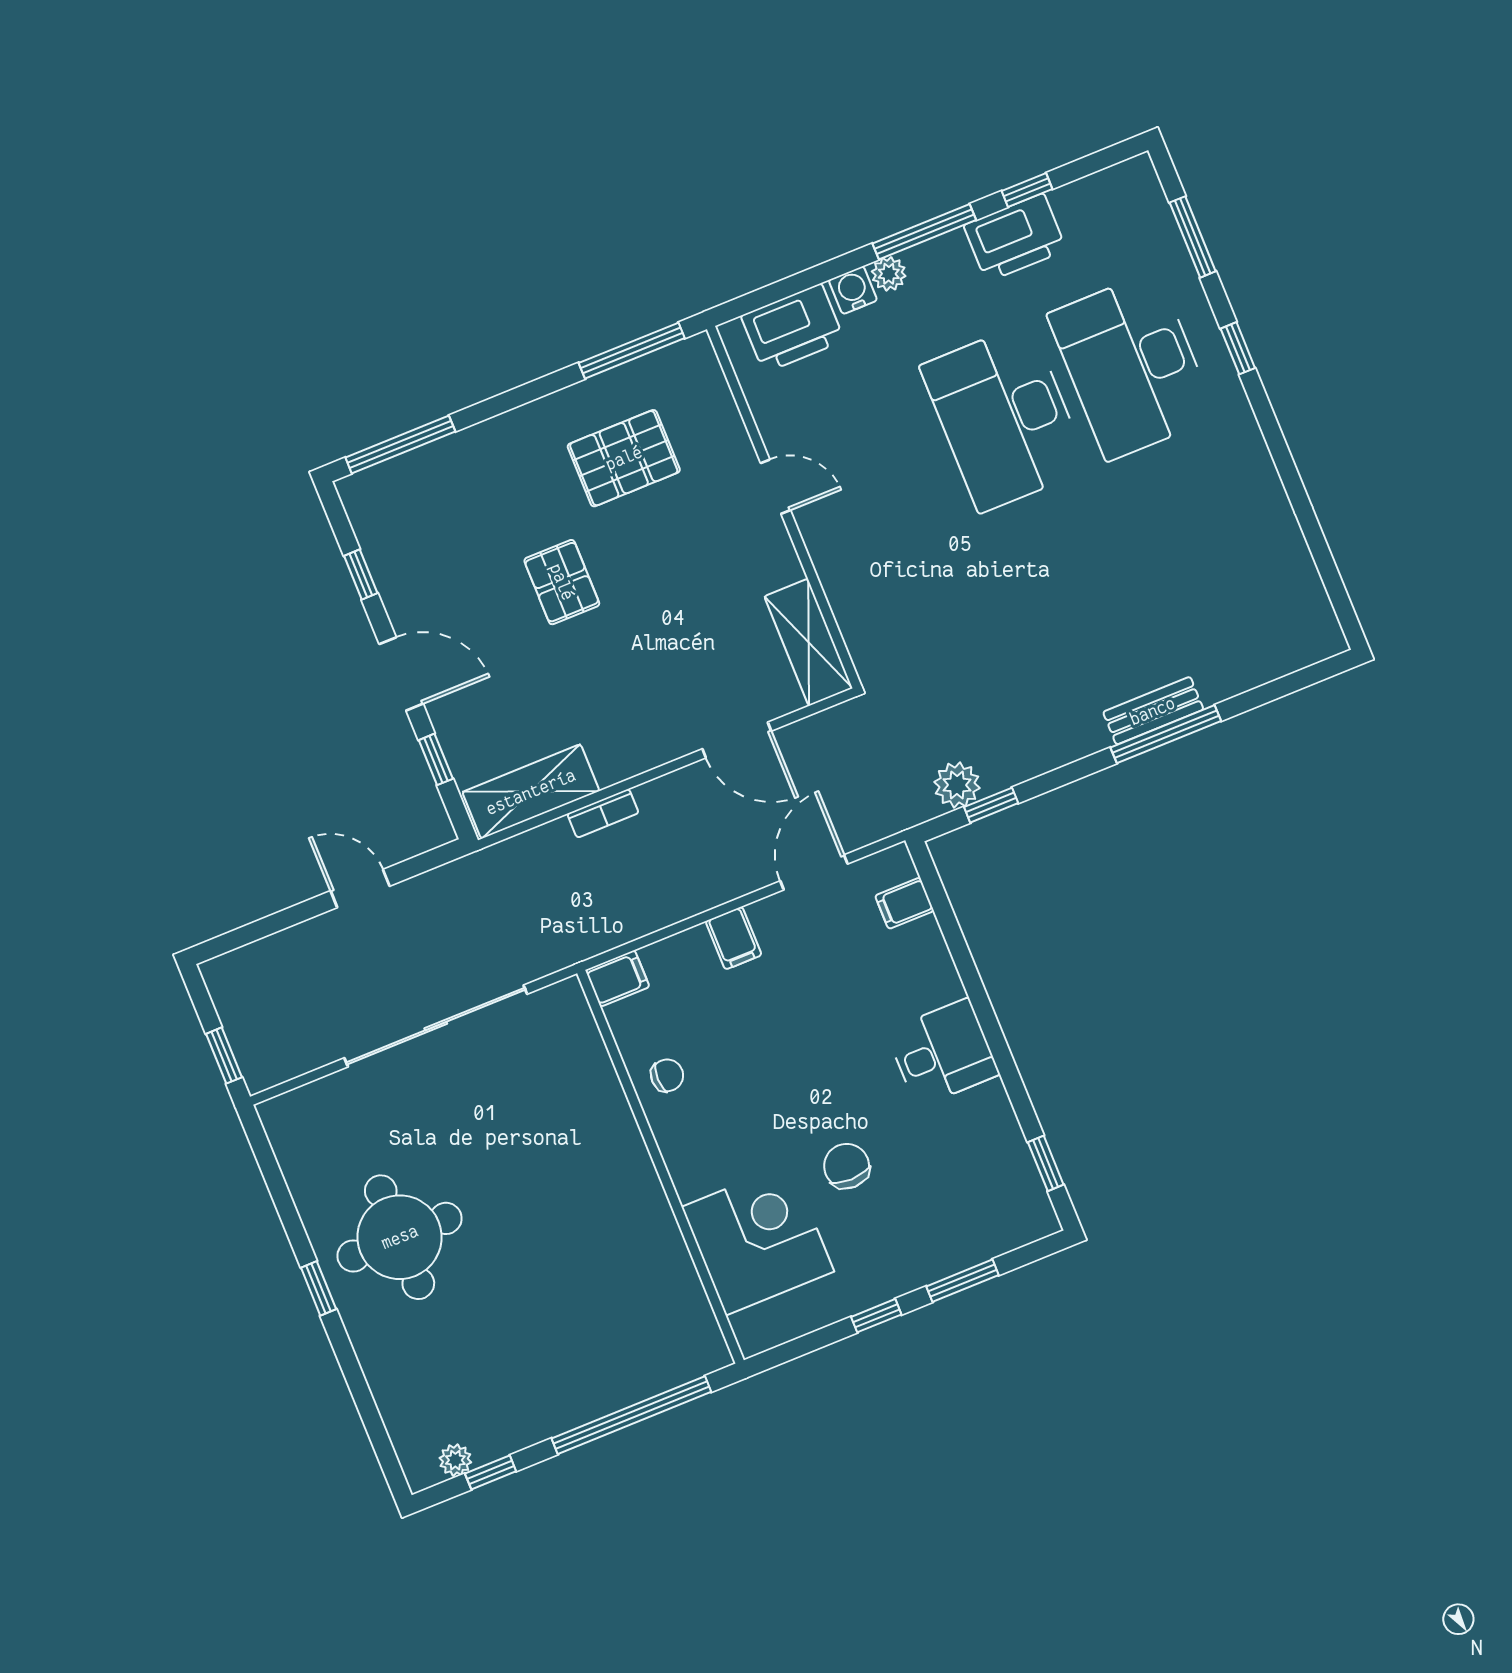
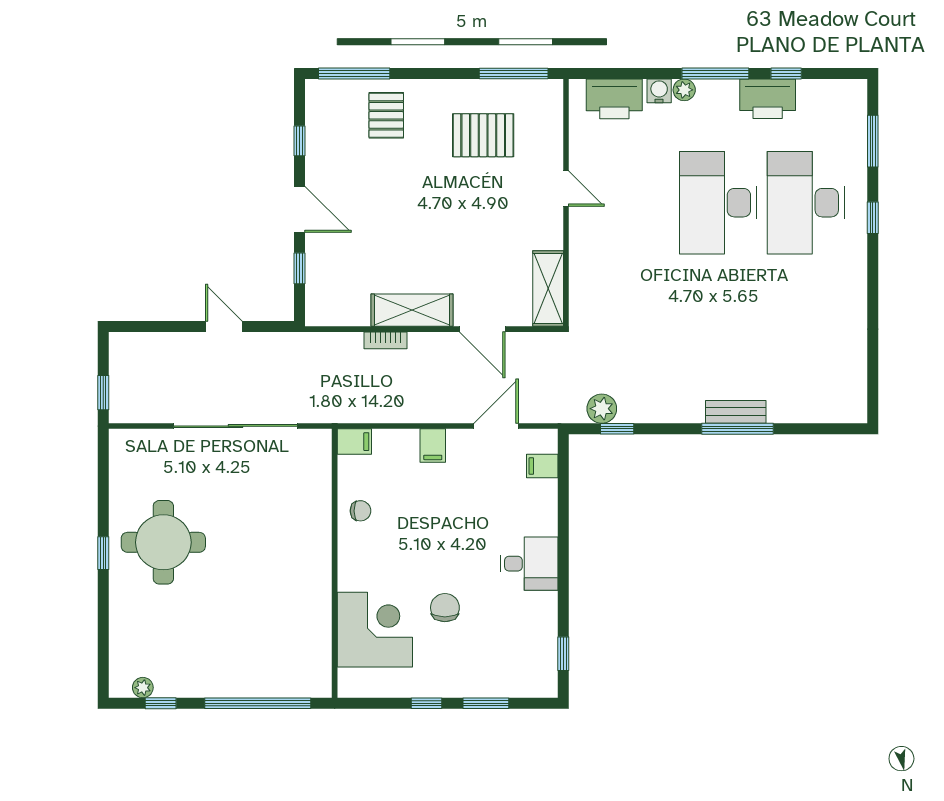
pallet: (562, 582) -> (386, 115), moved
shelving: (531, 792) -> (412, 310), moved

